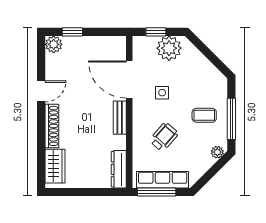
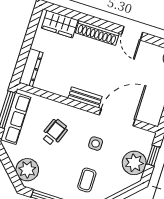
coffee table: (204, 115) -> (87, 180), moved
wheelchair: (164, 137) -> (55, 132), turned -110
plant: (217, 152) -> (27, 170), width x1.88, depth x1.88
dresser: (119, 169) -> (31, 68), moved, turned 90

